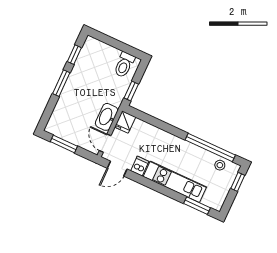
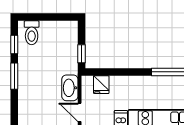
toilet: (124, 65) -> (32, 33), moved
fridge: (125, 122) -> (101, 85), moved

